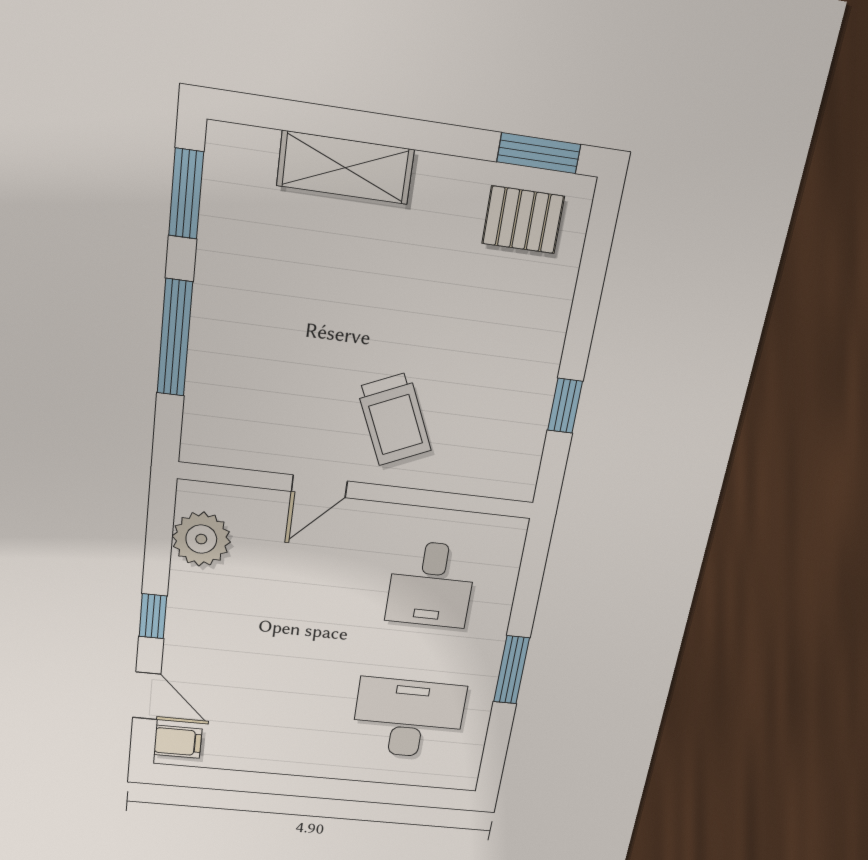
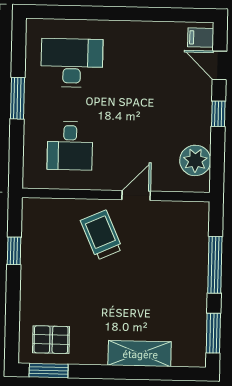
desk: (431, 584) -> (70, 146), turned 180
desk: (408, 719) -> (72, 63), turned 180

